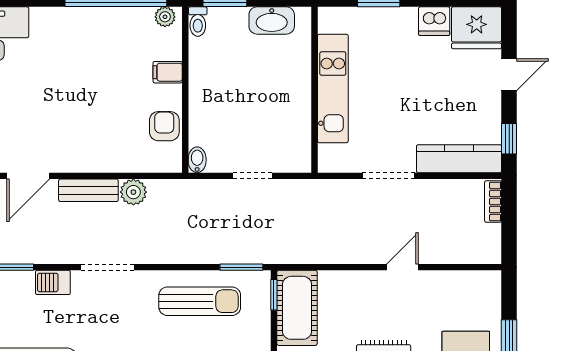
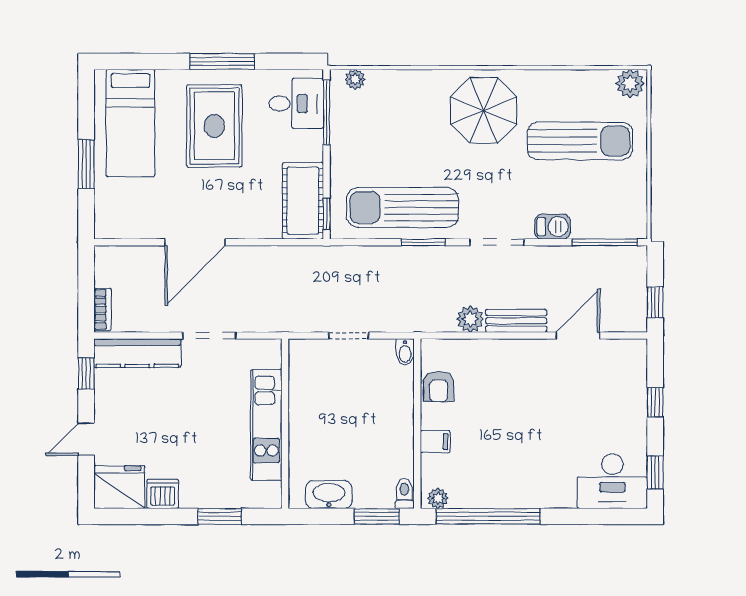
window: (241, 267) -> (423, 242), moved
door: (402, 267) -> (195, 242), width x1.88
sun lounger: (200, 301) -> (402, 207), width x1.36, depth x1.34

